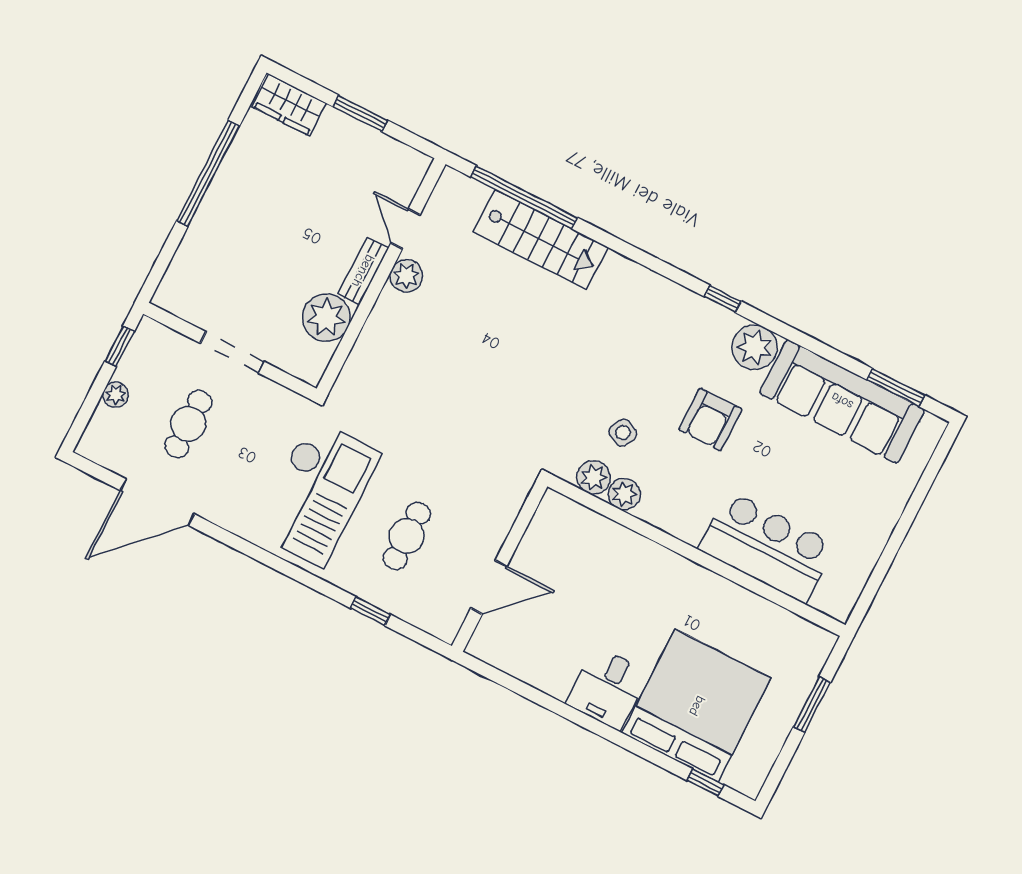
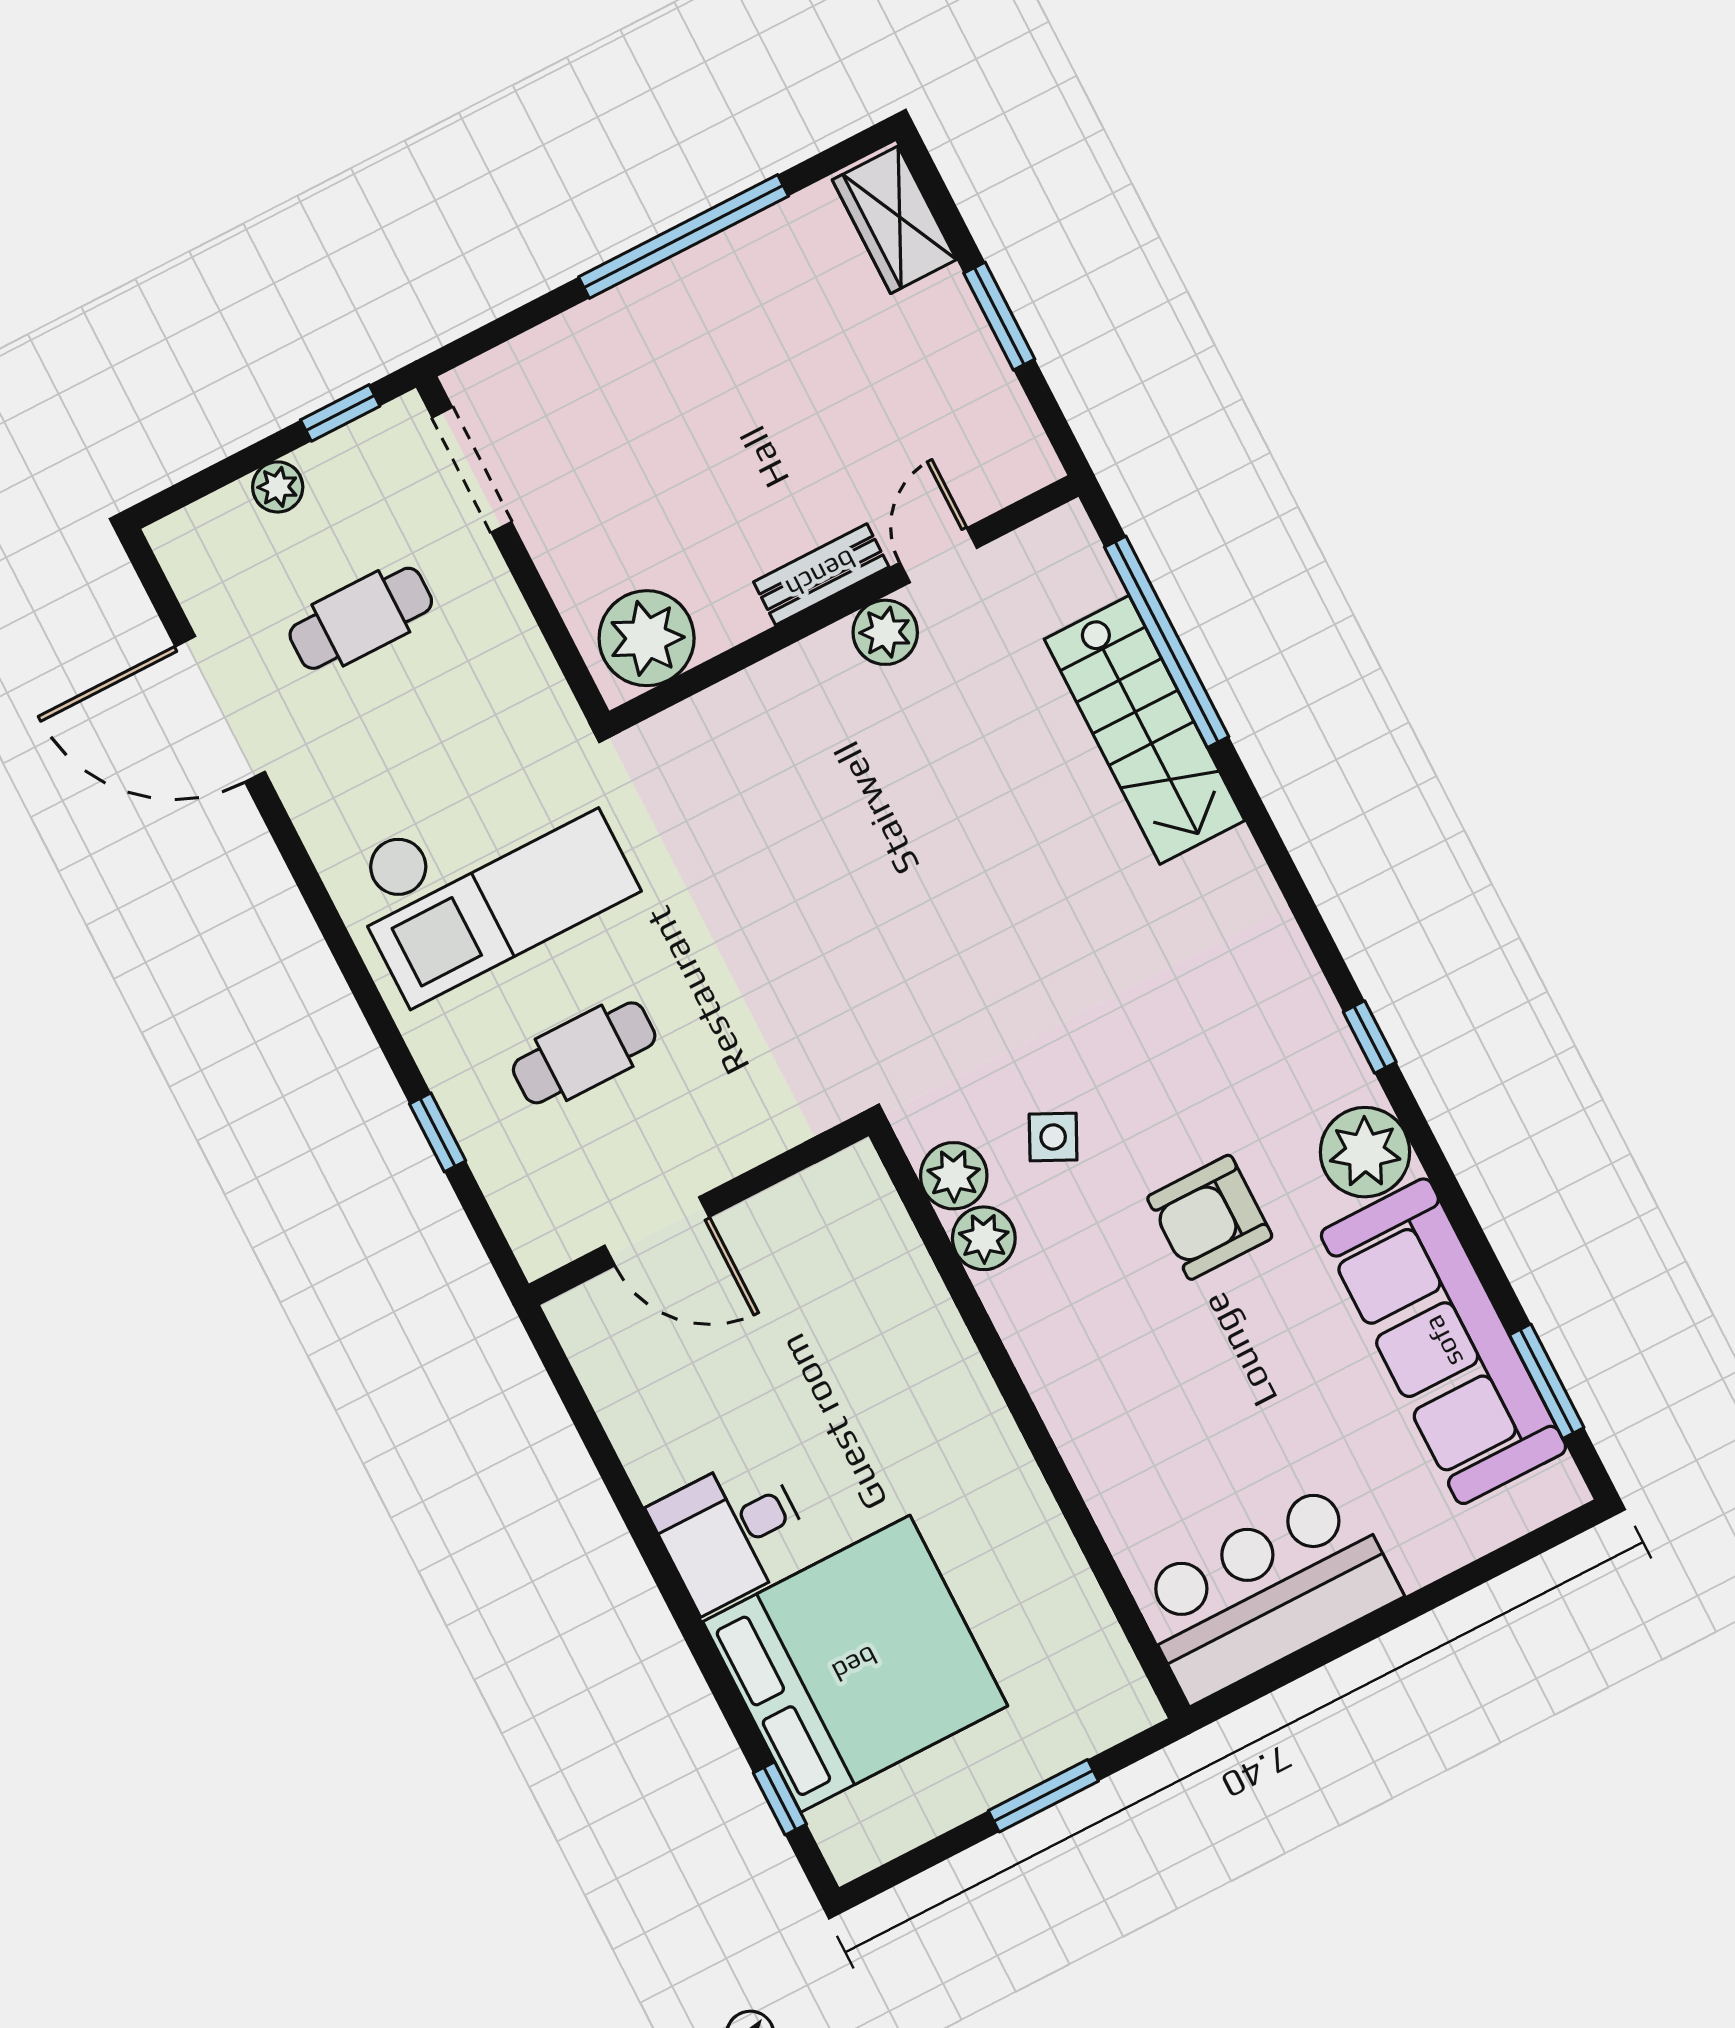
plant: (326, 318) -> (647, 638), moved
doorway: (232, 352) -> (472, 470), moved
bar counter: (767, 547) -> (1266, 1592), moved, turned -90

